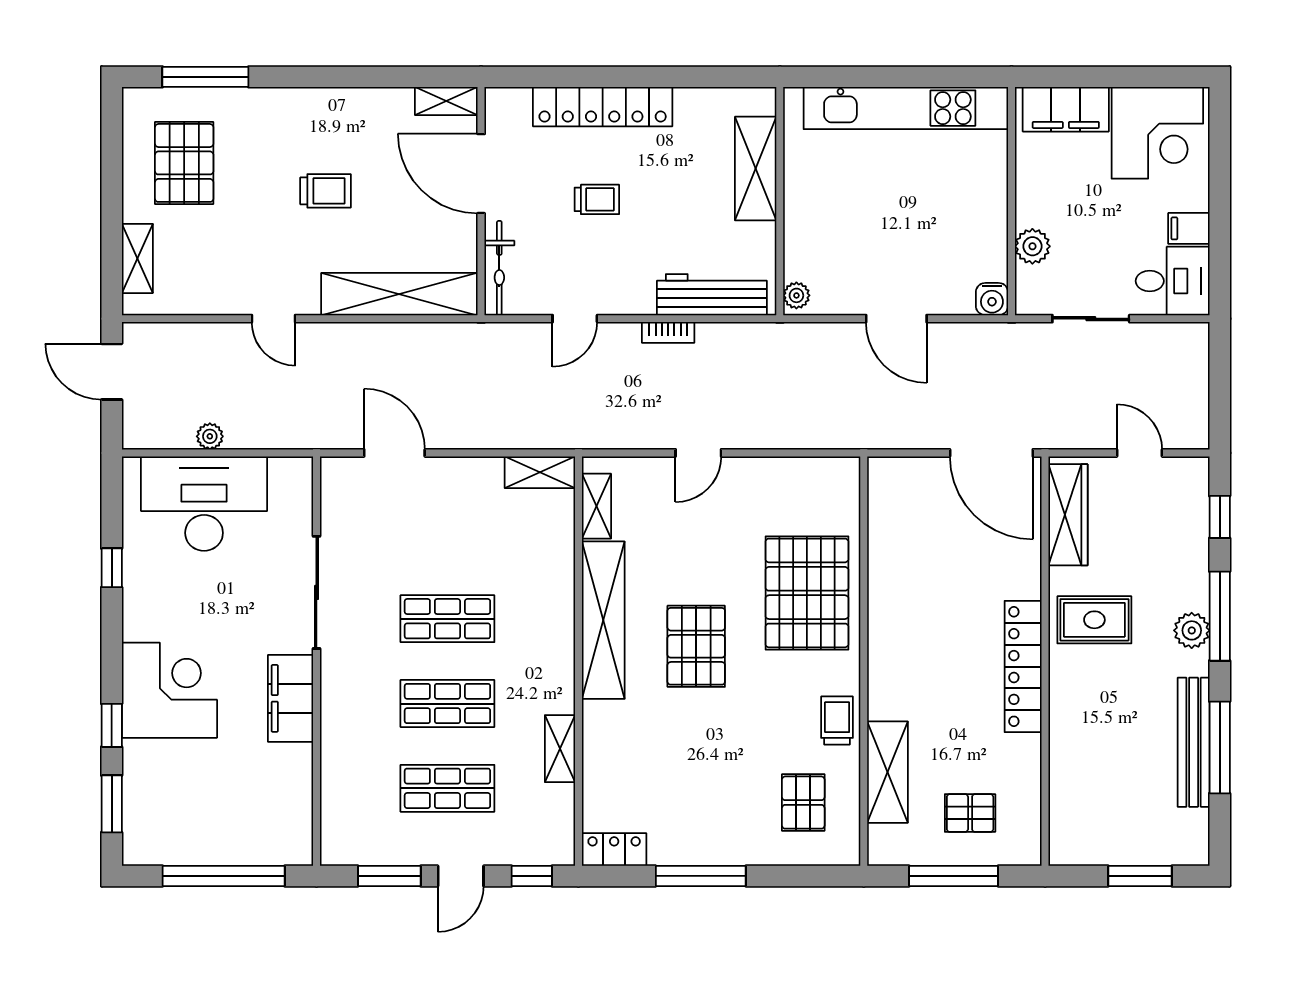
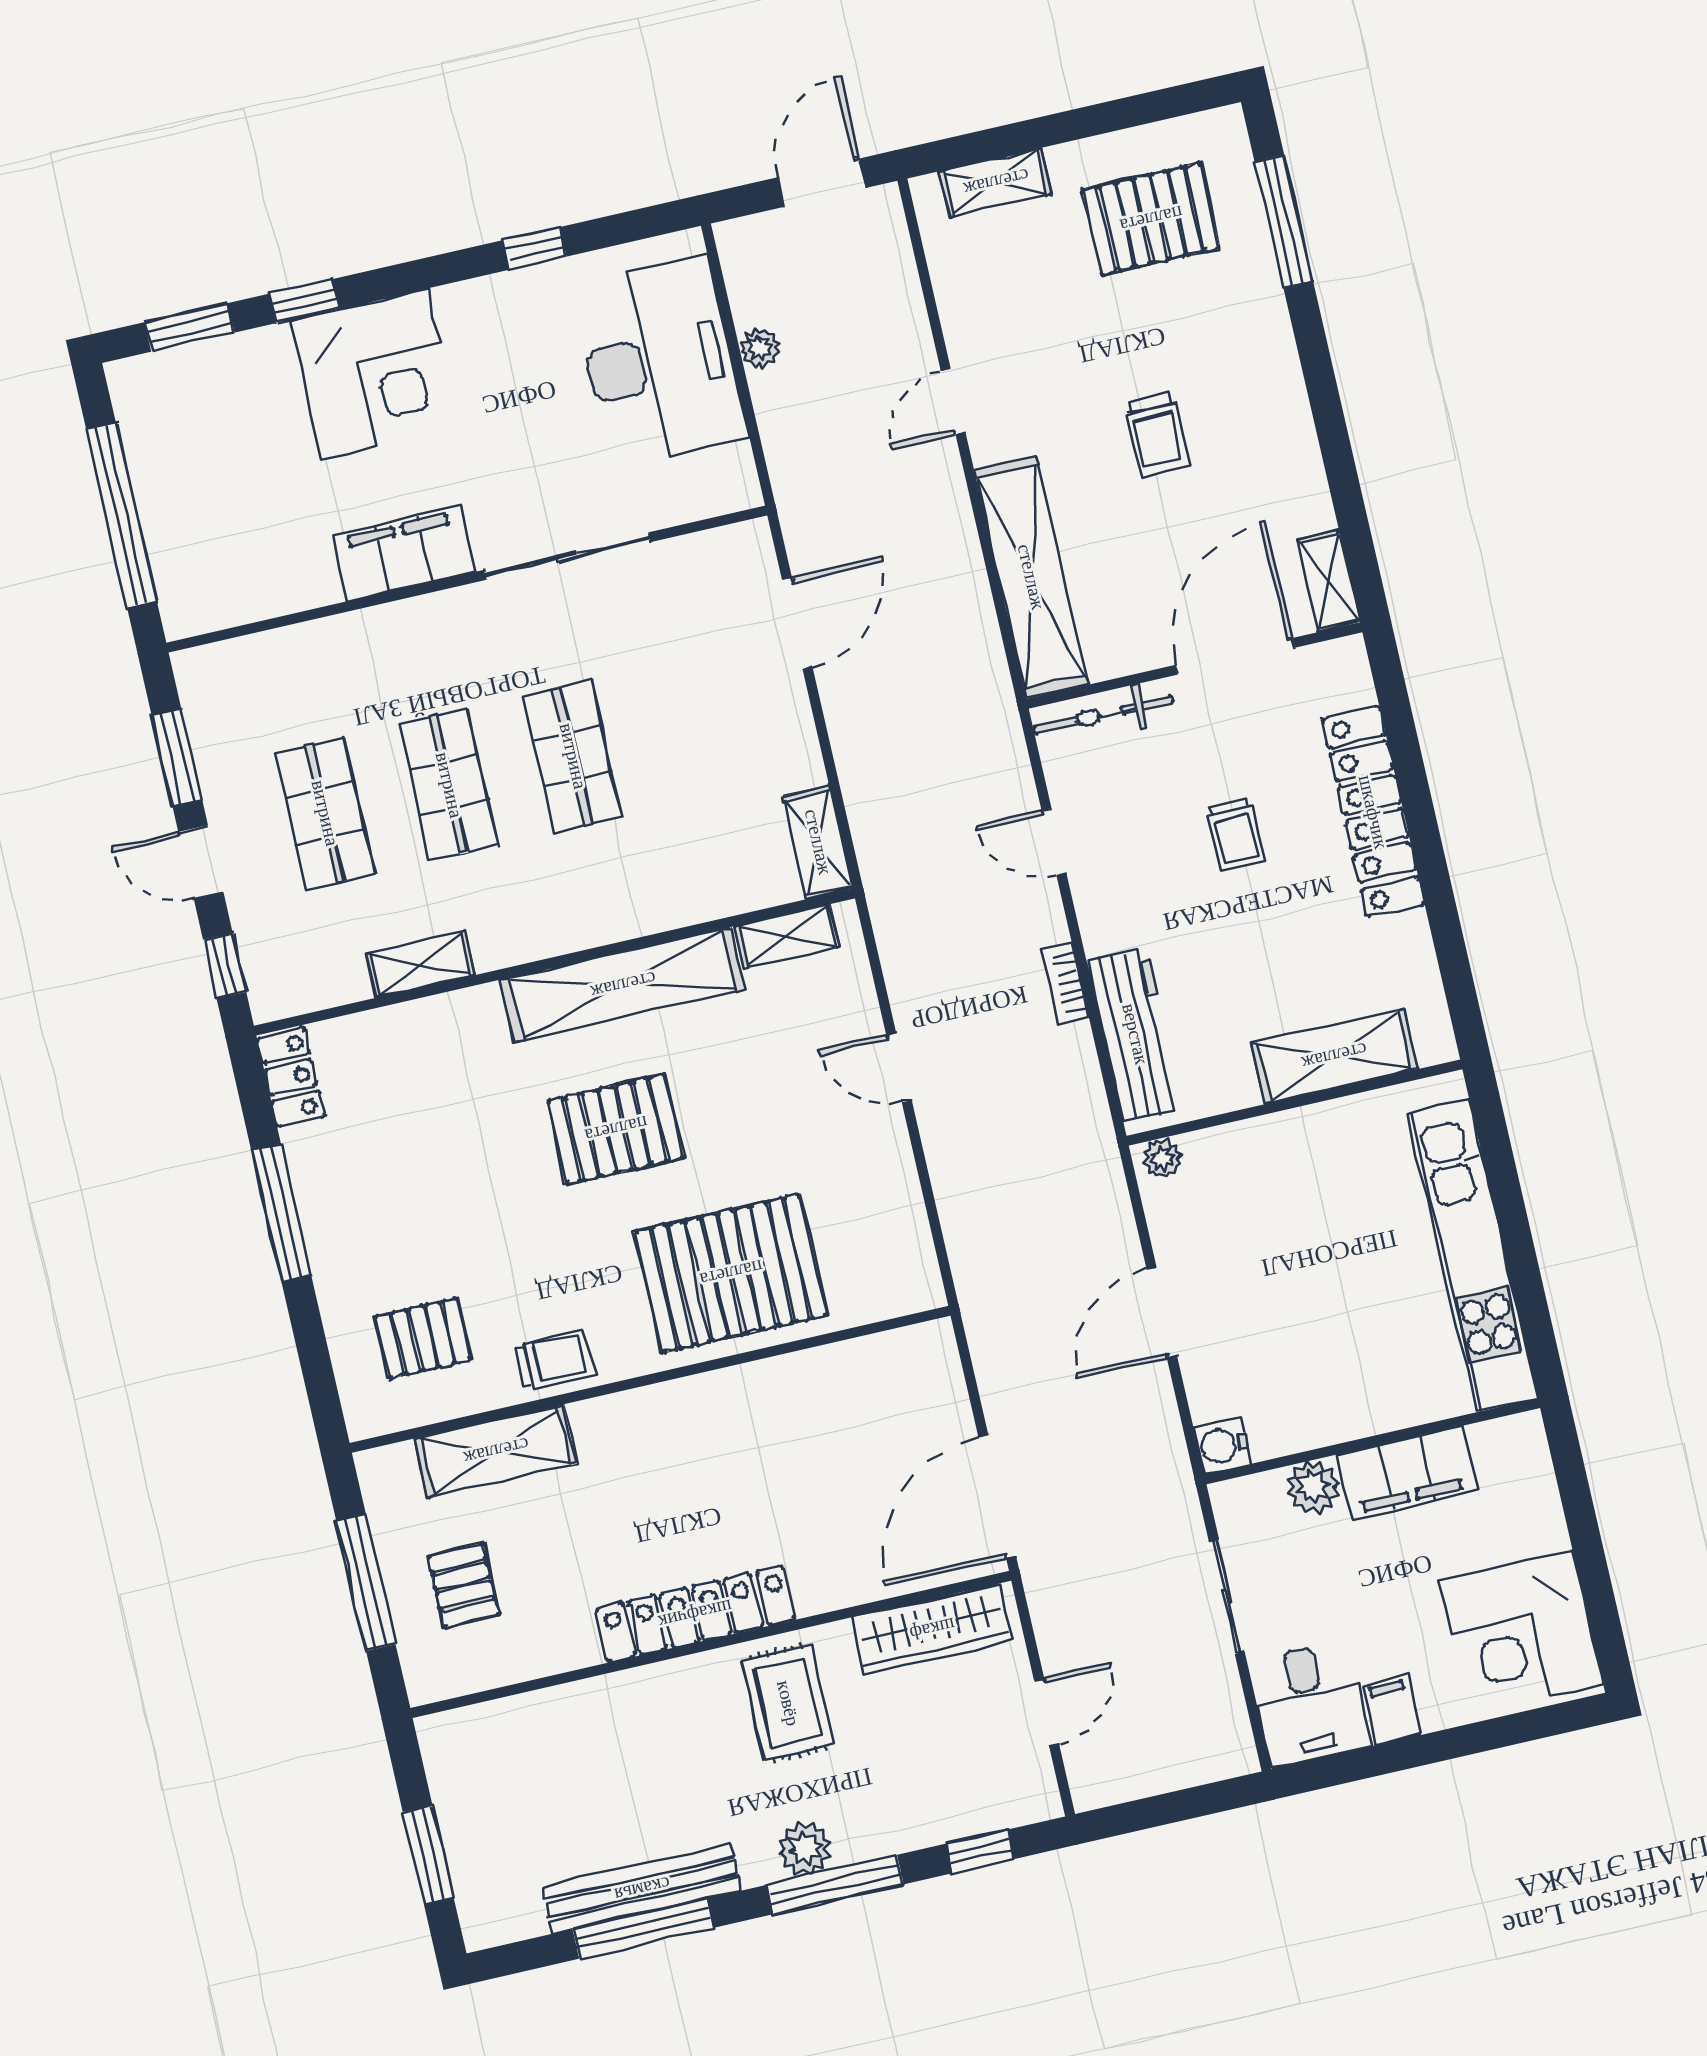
filing cabinet: (1066, 109) -> (1407, 1473), moved, turned -90

